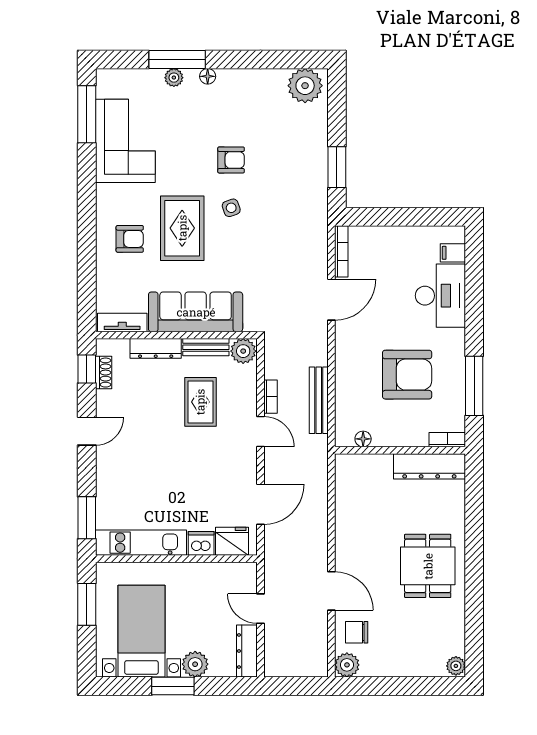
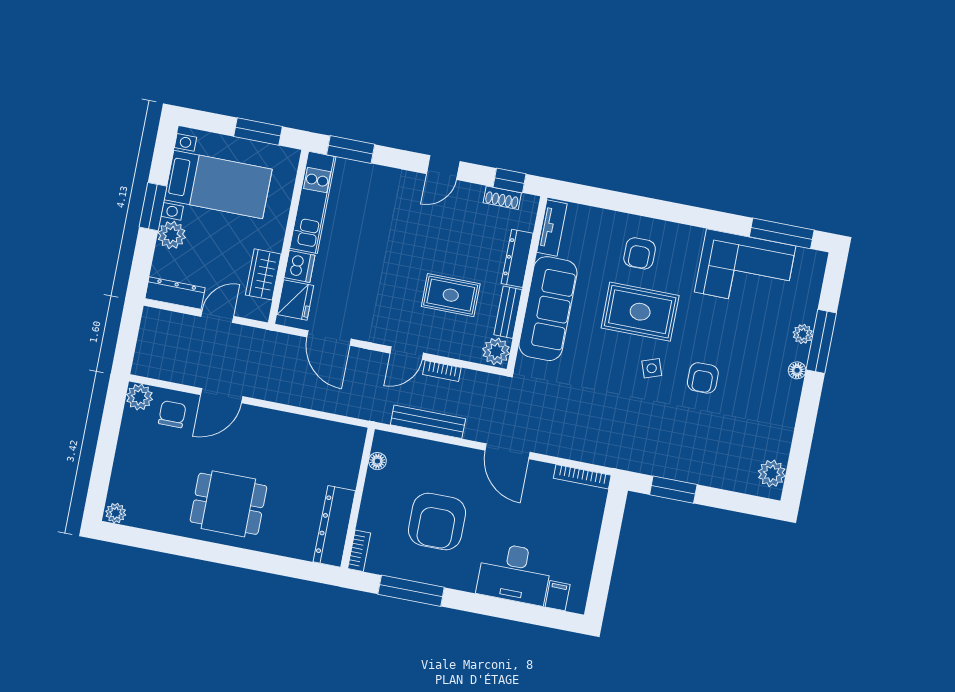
plant: (305, 86) -> (772, 473), width x0.73, depth x0.73
door: (331, 300) -> (507, 451), moved
door: (87, 431) -> (443, 168), hinge flipped
wardrobe: (215, 575) -> (263, 274), added

